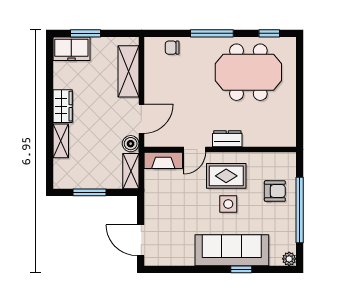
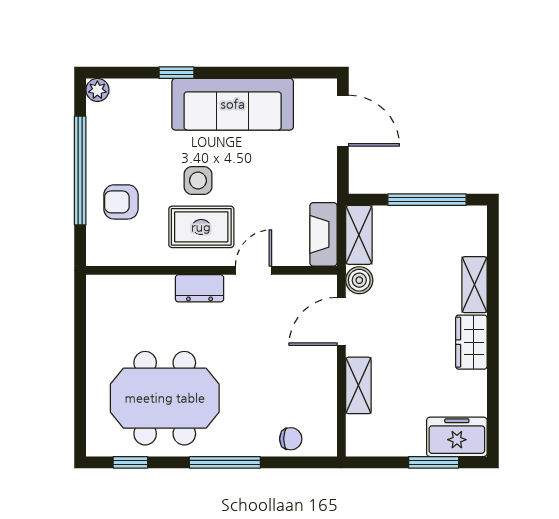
shelving: (129, 71) -> (358, 385), width x0.67, depth x0.75
fireplace: (163, 160) -> (323, 234), moved, turned -90
window: (89, 192) -> (427, 200), width x1.44
sofa: (232, 250) -> (233, 104), moved

